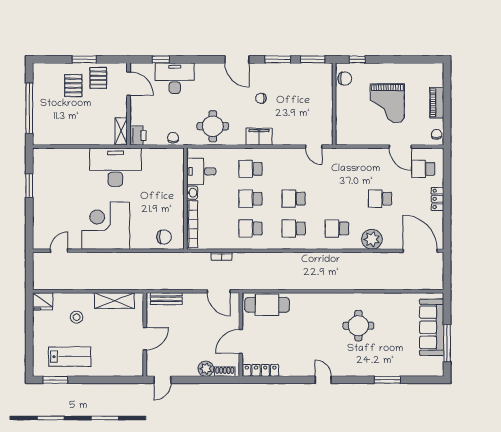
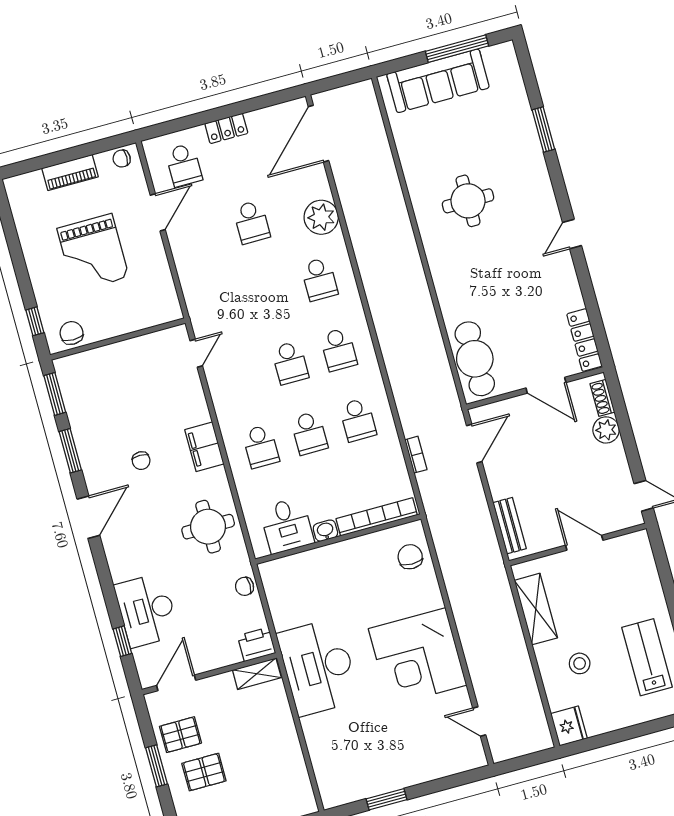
grand piano: (387, 103) -> (93, 253), turned 90

